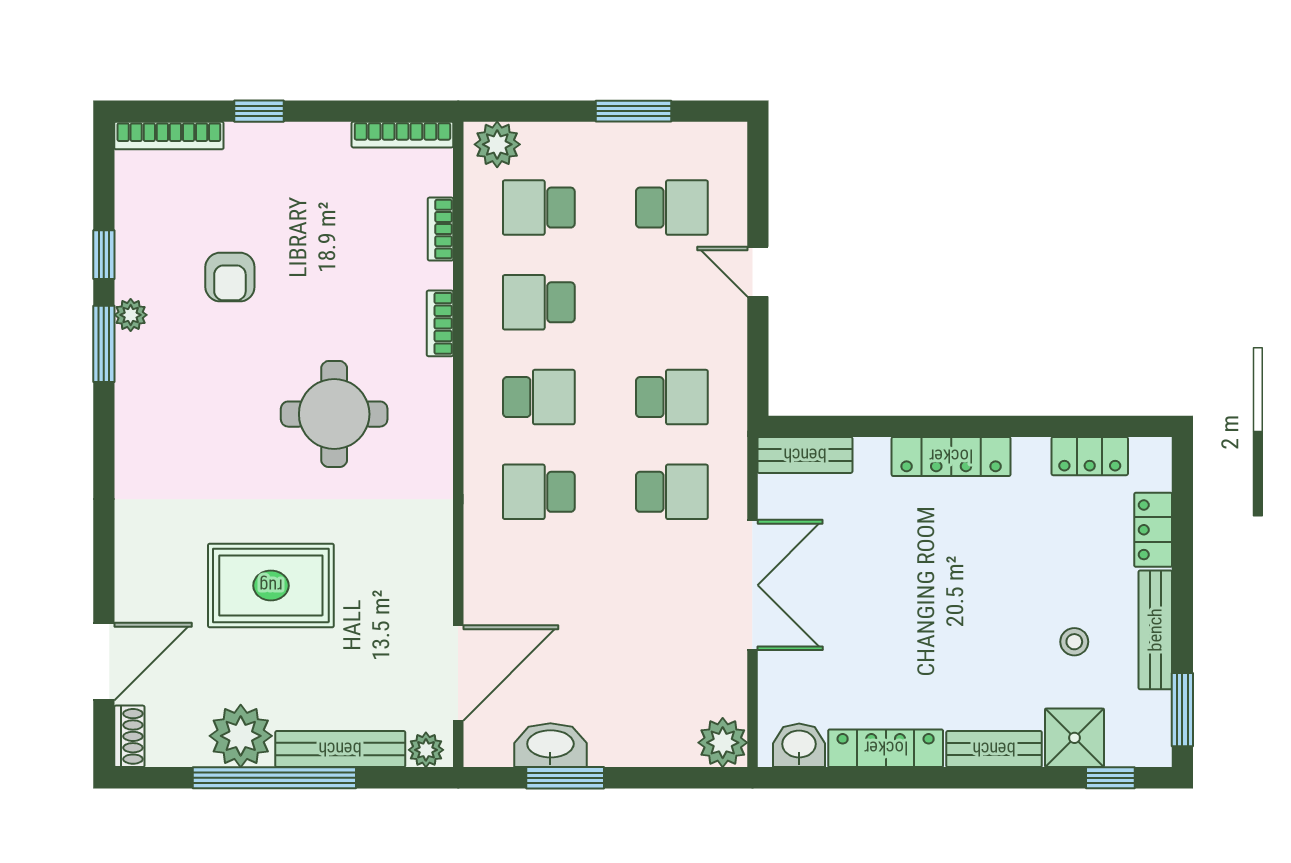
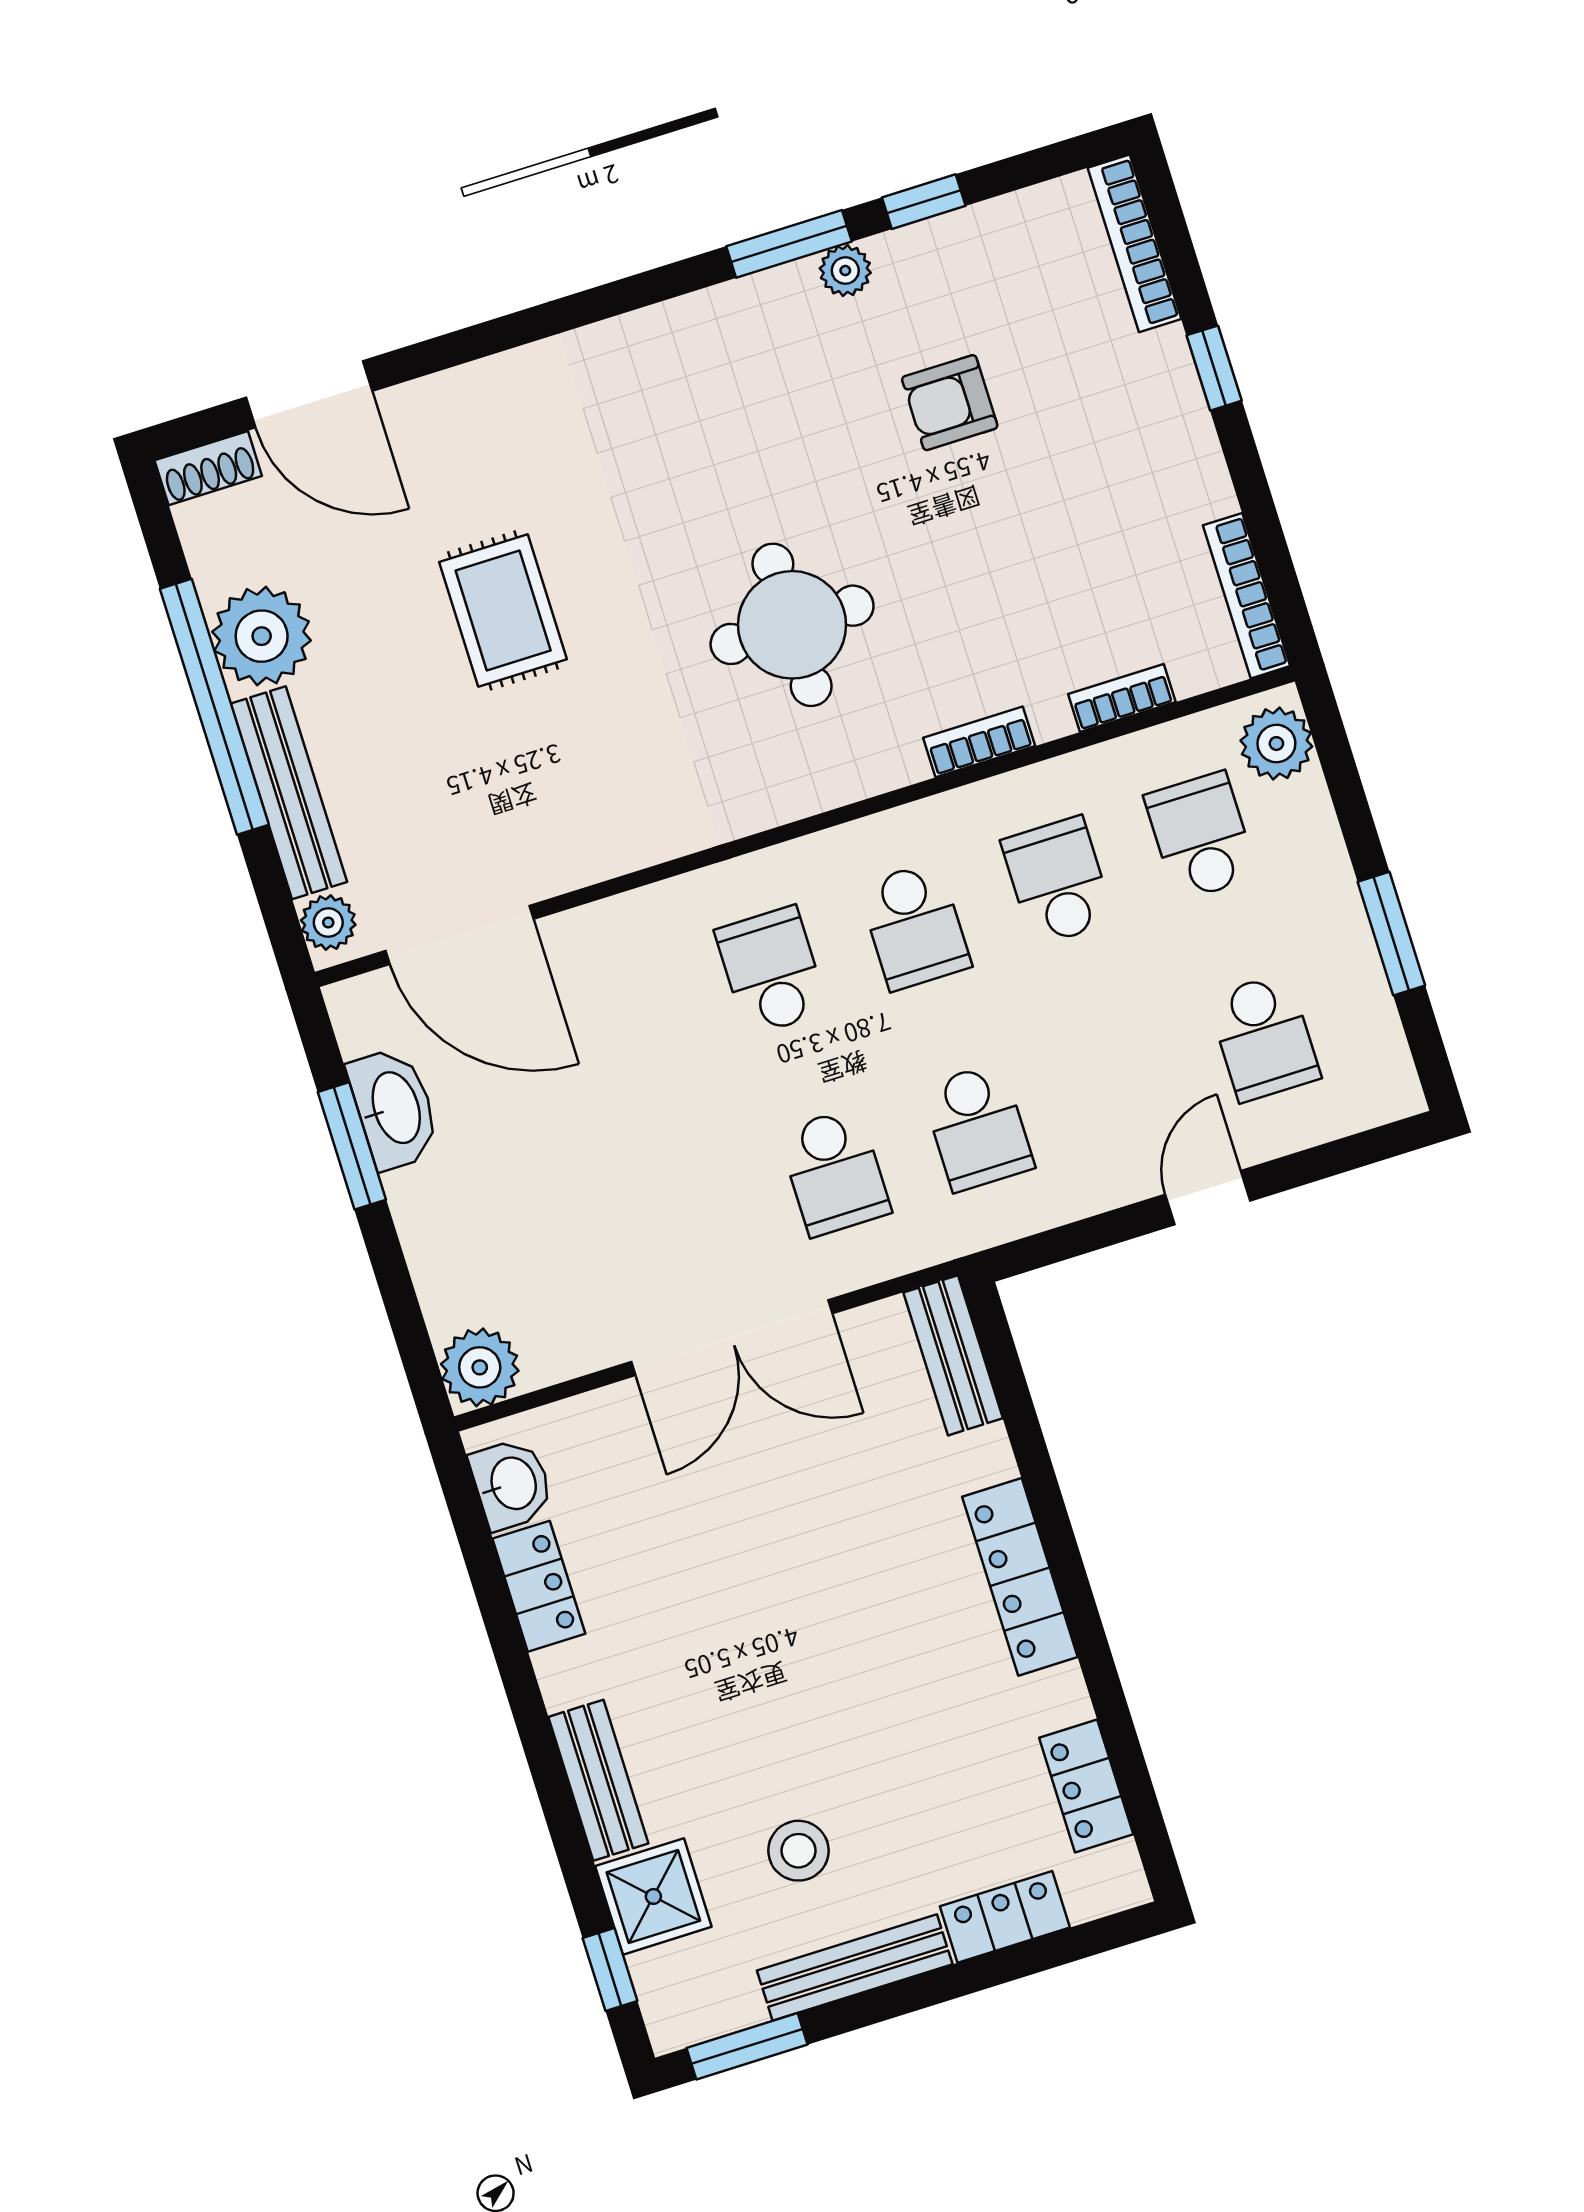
rug: (271, 586) -> (503, 611), width x0.73, depth x0.70
stool: (1074, 642) -> (798, 1851), width x1.37, depth x1.37
locker: (886, 748) -> (539, 1586), width x0.66

